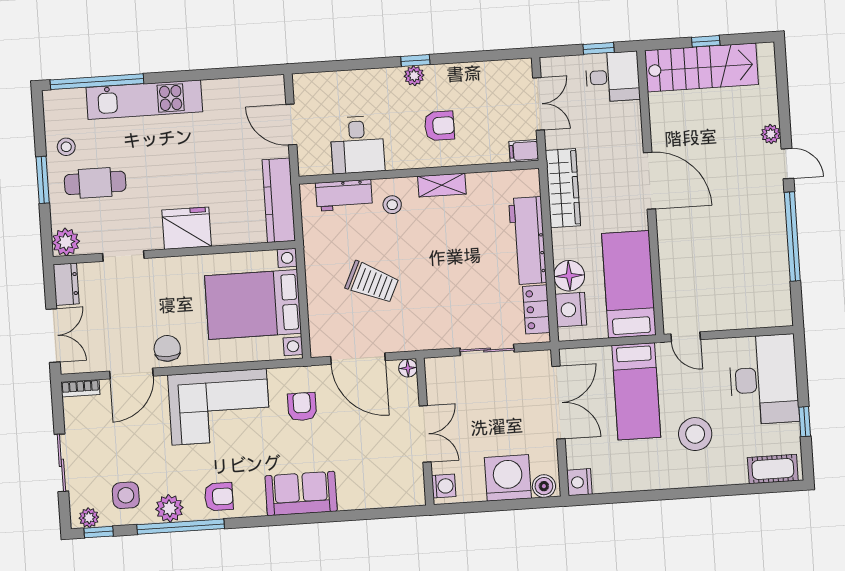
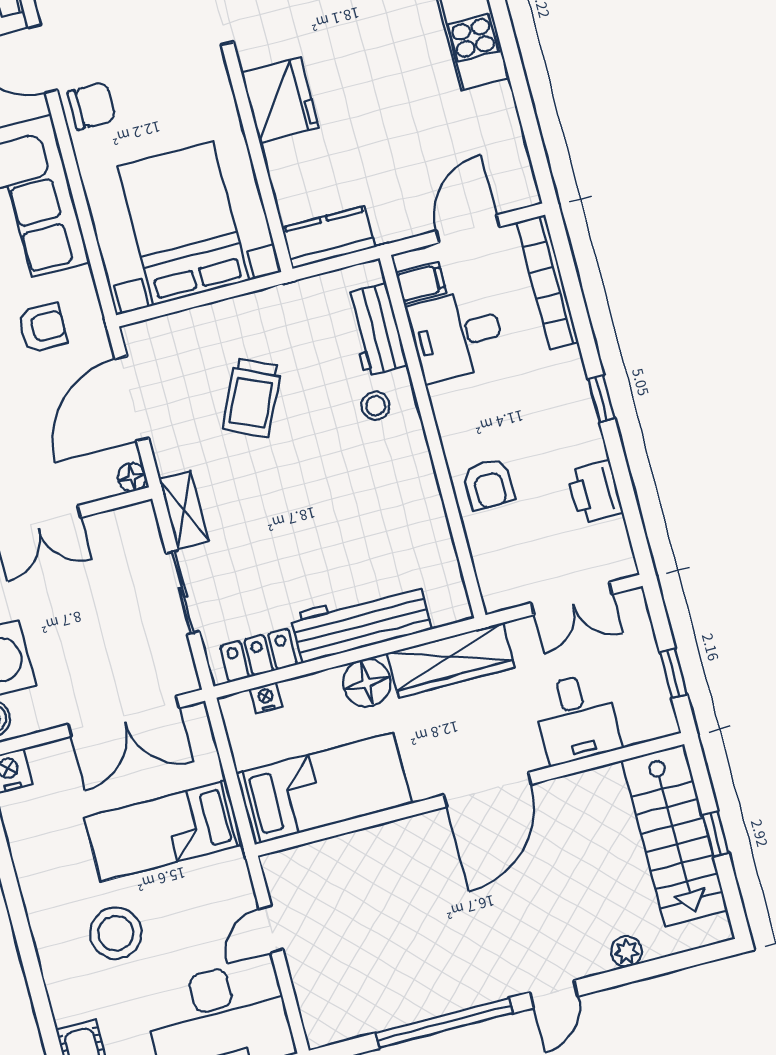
plant: (414, 76) -> (578, 401), removed
printer: (474, 76) -> (595, 492), added
desk: (613, 77) -> (576, 718), moved
bookcase: (335, 81) -> (548, 282), added
armchair: (439, 126) -> (489, 484), moved
plant: (771, 134) -> (626, 952), moved
filing cabinet: (524, 151) -> (421, 283), moved, turned 90
shelving: (442, 185) -> (184, 510), moved
kitchen counter: (279, 200) -> (328, 237), width x0.67
floor lamp: (569, 276) -> (367, 683), moved
nightstand: (571, 310) -> (266, 698), width x0.53, depth x0.56
door: (686, 337) -> (271, 929), moved

